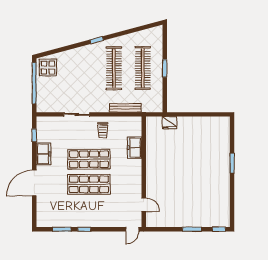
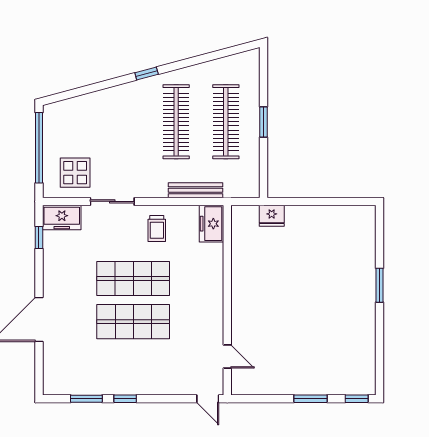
display table: (48, 67) -> (75, 173), moved
freezer: (135, 148) -> (212, 224), moved
freezer: (44, 154) -> (62, 217), moved, turned 90
door: (132, 229) -> (208, 399), hinge flipped

